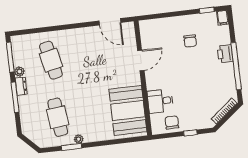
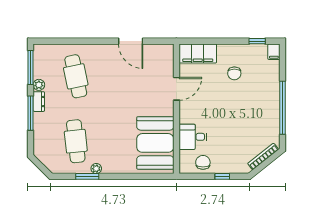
door: (110, 22) -> (131, 41), moved
filing cabinet: (156, 27) -> (198, 53), added
printer: (225, 54) -> (272, 92), removed

